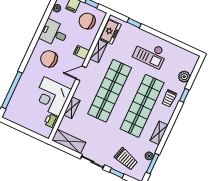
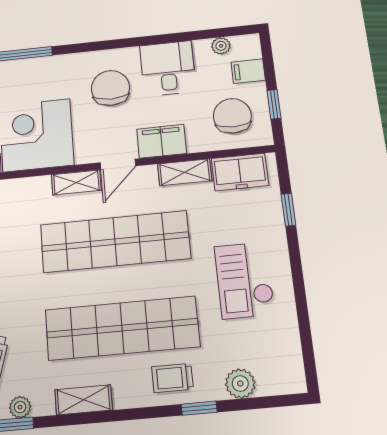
filing cabinet: (82, 52) -> (162, 141), width x2.00
door: (81, 73) -> (118, 164), swing flipped
shelving: (72, 108) -> (76, 182), moved

